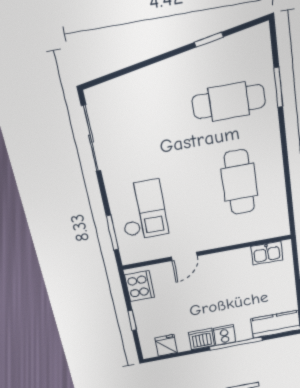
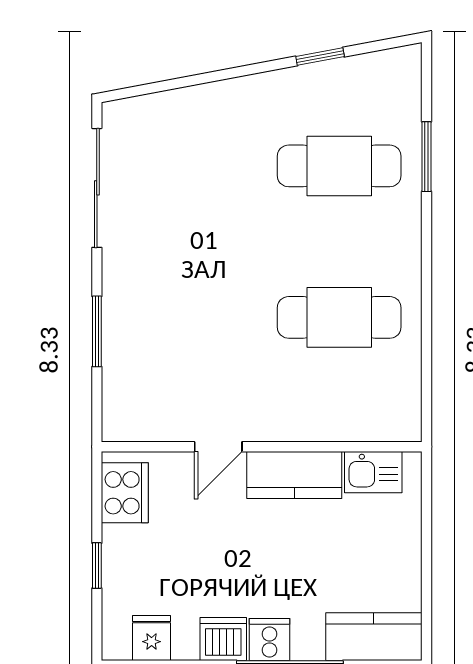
cafe table: (239, 182) -> (339, 317), turned 90
checkout: (143, 210) -> (159, 338), removed
window: (112, 233) -> (97, 331), moved
kitchen counter: (226, 262) -> (294, 475), added

